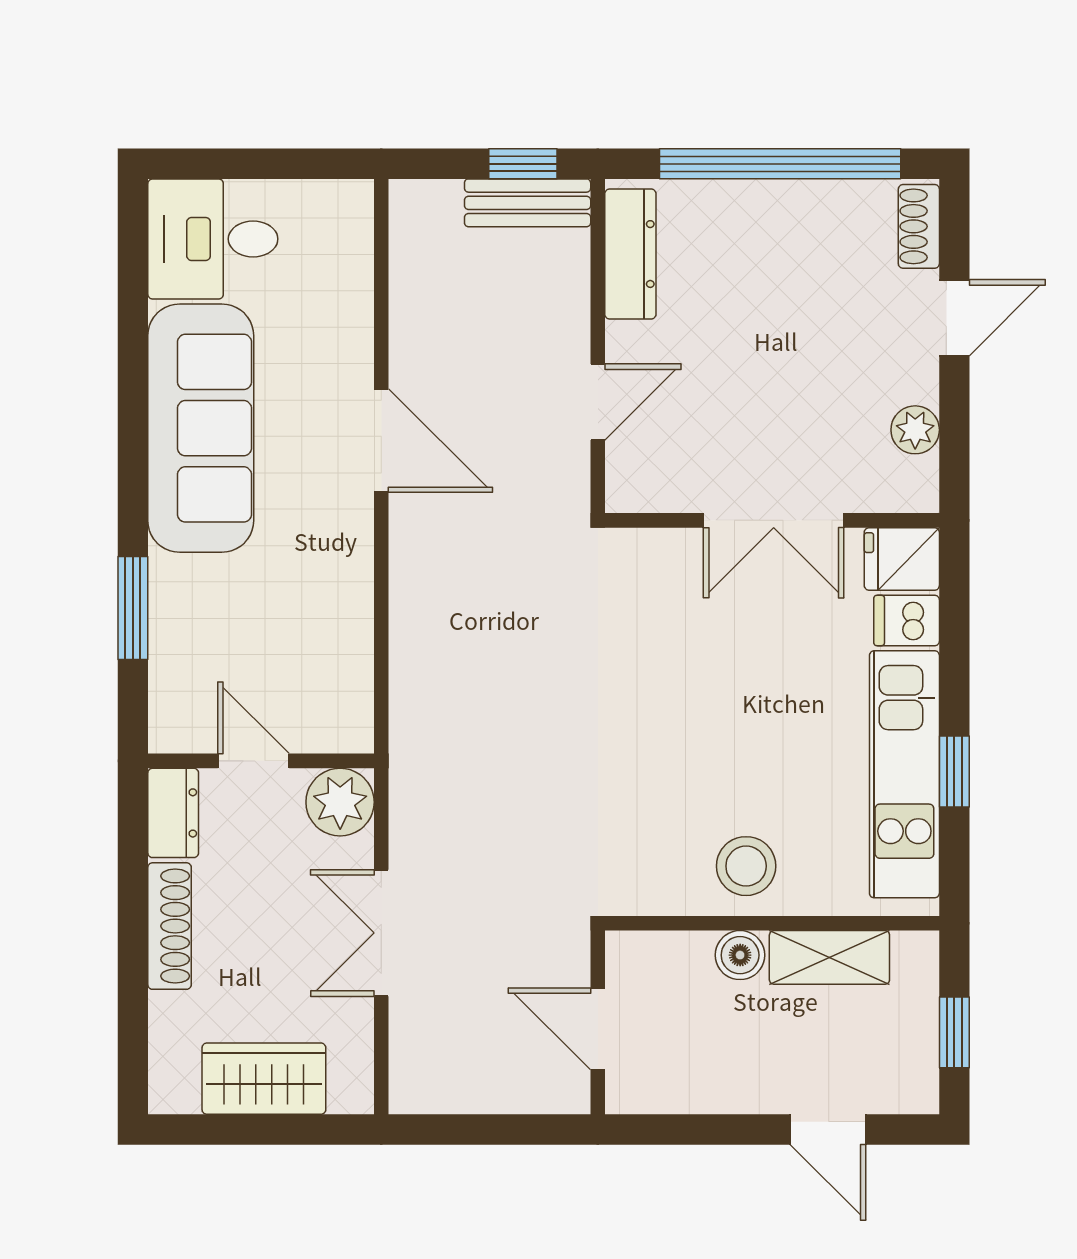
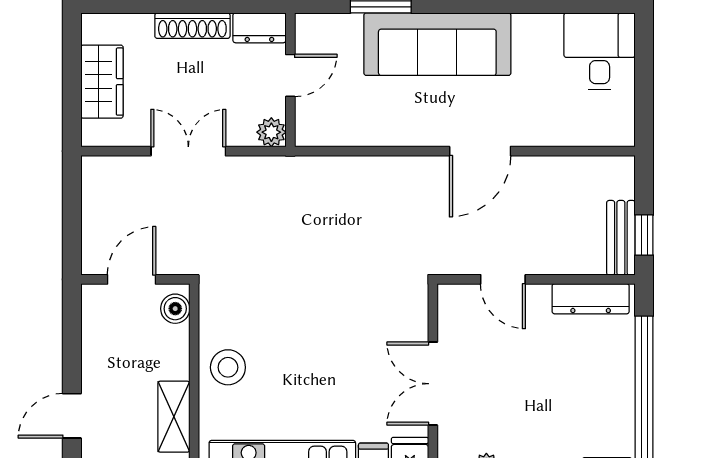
sofa: (201, 428) -> (437, 44), moved
plant: (340, 802) -> (271, 132), width x0.73, depth x0.73
boiler: (740, 955) -> (175, 309), moved

